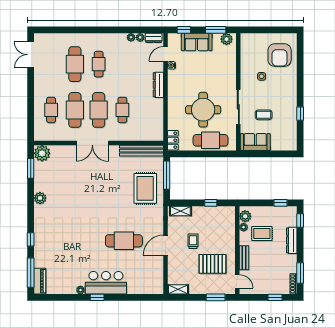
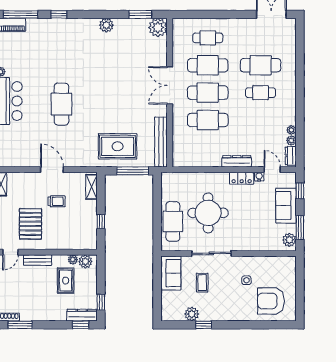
cafe table: (122, 110) -> (208, 120), width x1.37, depth x1.35
plant: (291, 124) -> (192, 314), added
locker: (173, 140) -> (242, 178), moved
dresser: (292, 240) -> (82, 315), moved
cafe table: (124, 241) -> (61, 104), moved

